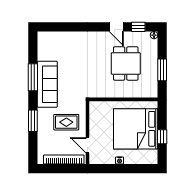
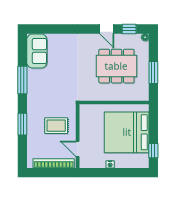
dining table: (126, 63) -> (116, 66), width x1.38
sofa: (47, 84) -> (37, 51), moved, width x0.73
window: (162, 137) -> (153, 151), moved

